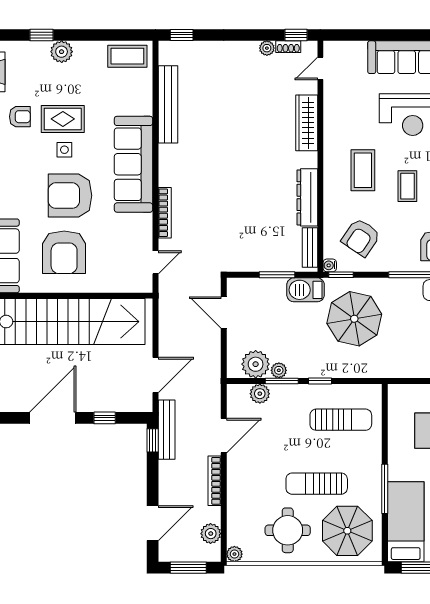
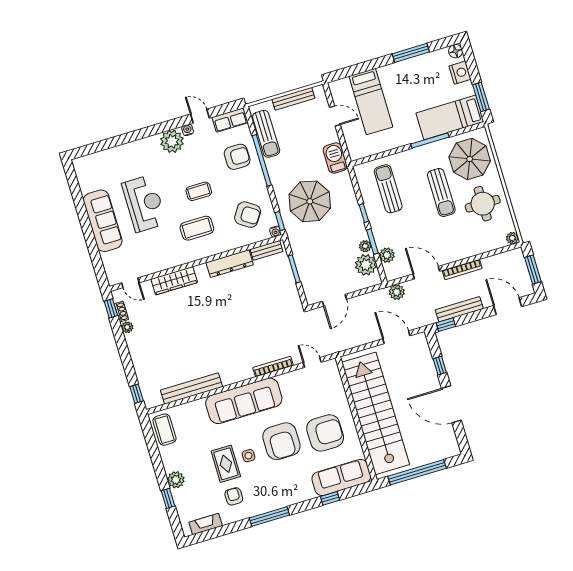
barbecue: (306, 290) -> (335, 158), moved, turned 180
bench: (167, 430) -> (459, 309), moved
plant: (211, 534) -> (397, 292), moved

